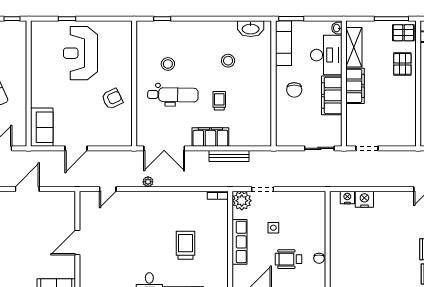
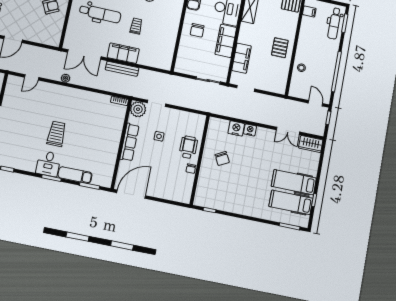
pallet: (402, 64) -> (280, 48), moved
filing cabinet: (355, 86) -> (242, 58), moved
bench: (229, 156) -> (122, 69), moved
nightstand: (347, 198) -> (250, 130), moved
chair: (354, 239) -> (222, 158), added
trolley: (186, 245) -> (56, 134), moved
wheelchair: (288, 259) -> (188, 147), moved, turned 90

